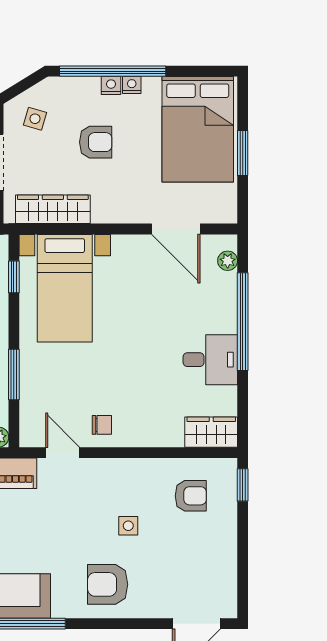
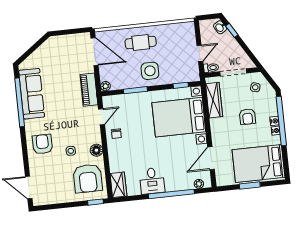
bed with nightstands: (65, 288) -> (179, 117), width x1.36
floor lamp: (133, 471) -> (96, 150), added
armchair: (191, 496) -> (88, 178), width x1.88, depth x1.88

